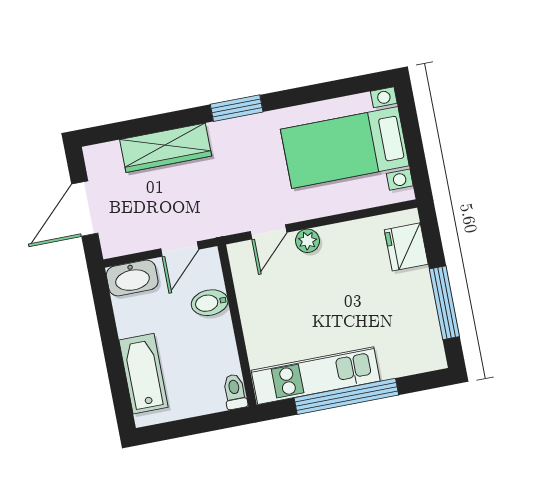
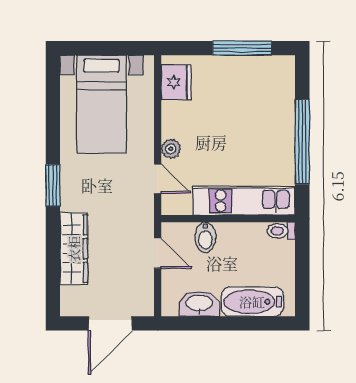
door: (85, 209) -> (110, 323), hinge flipped
fridge: (406, 247) -> (176, 82), moved, turned -90
washbasin: (132, 278) -> (199, 304), moved, turned -90
kitchen unit: (316, 376) -> (244, 201), moved, turned 90

